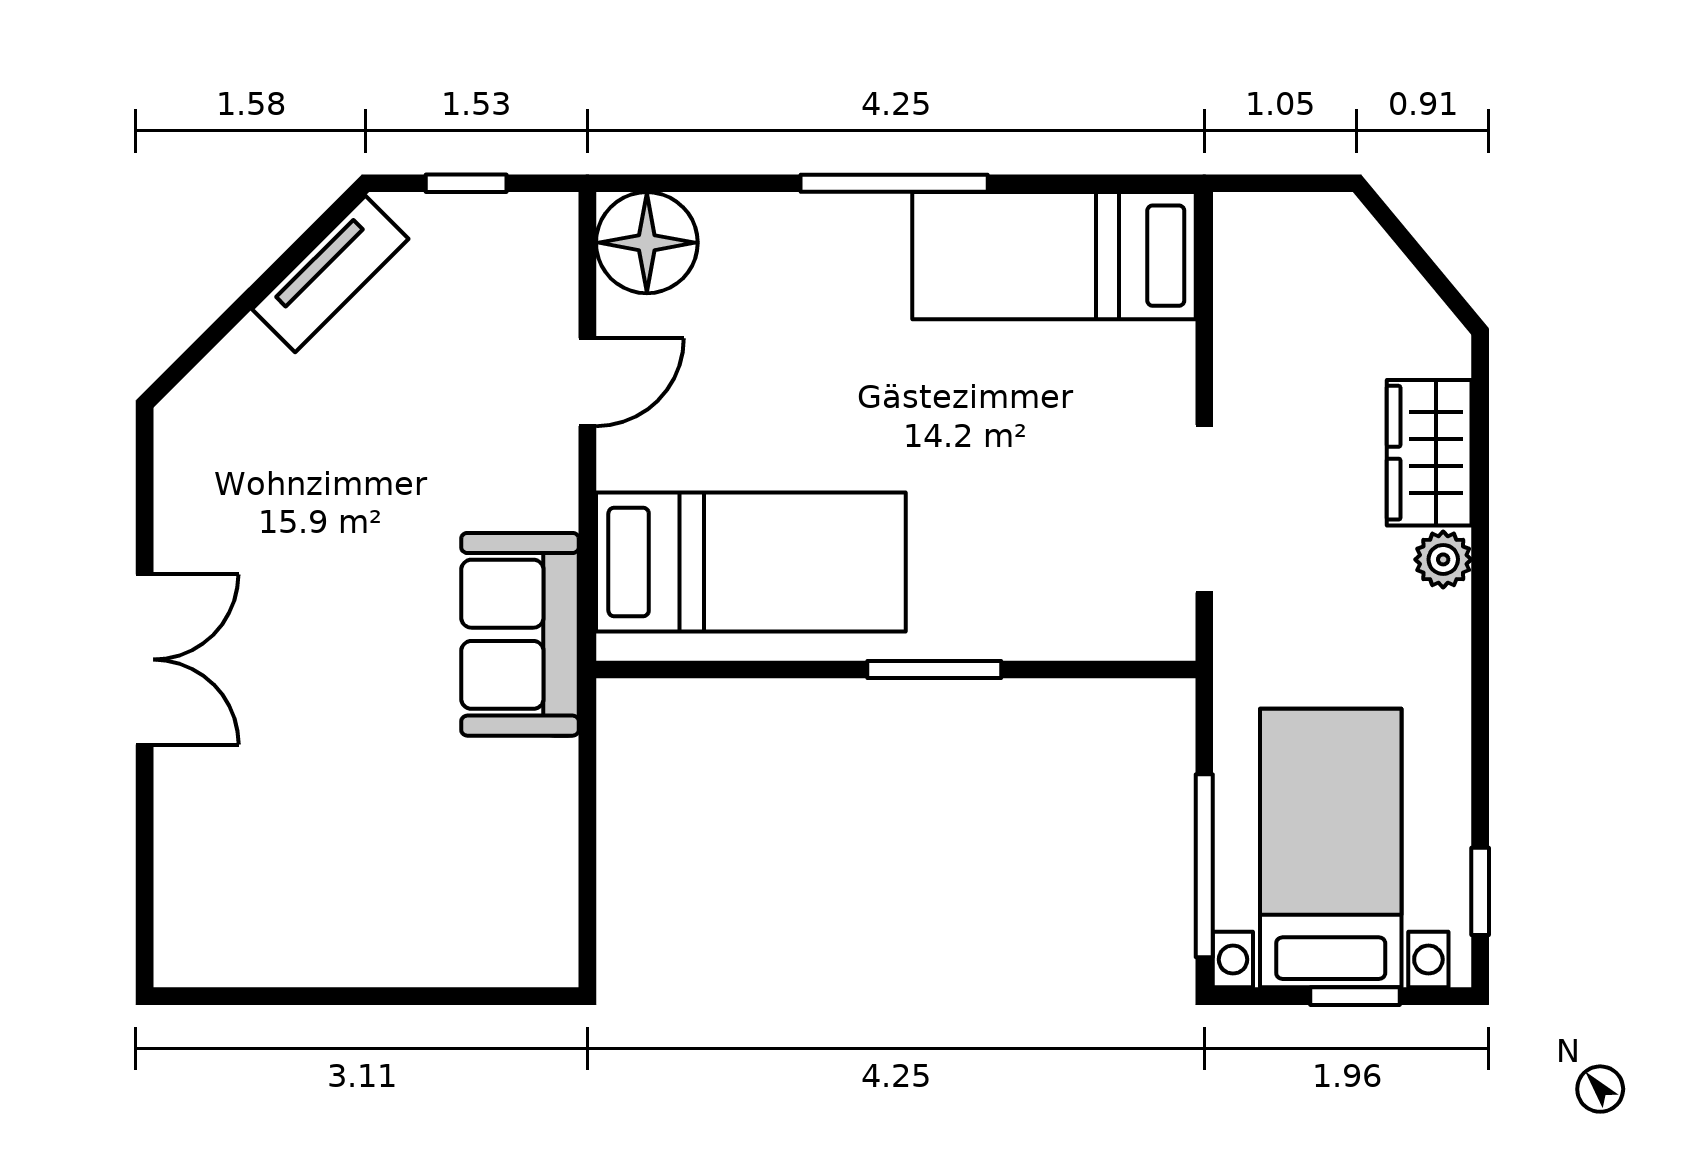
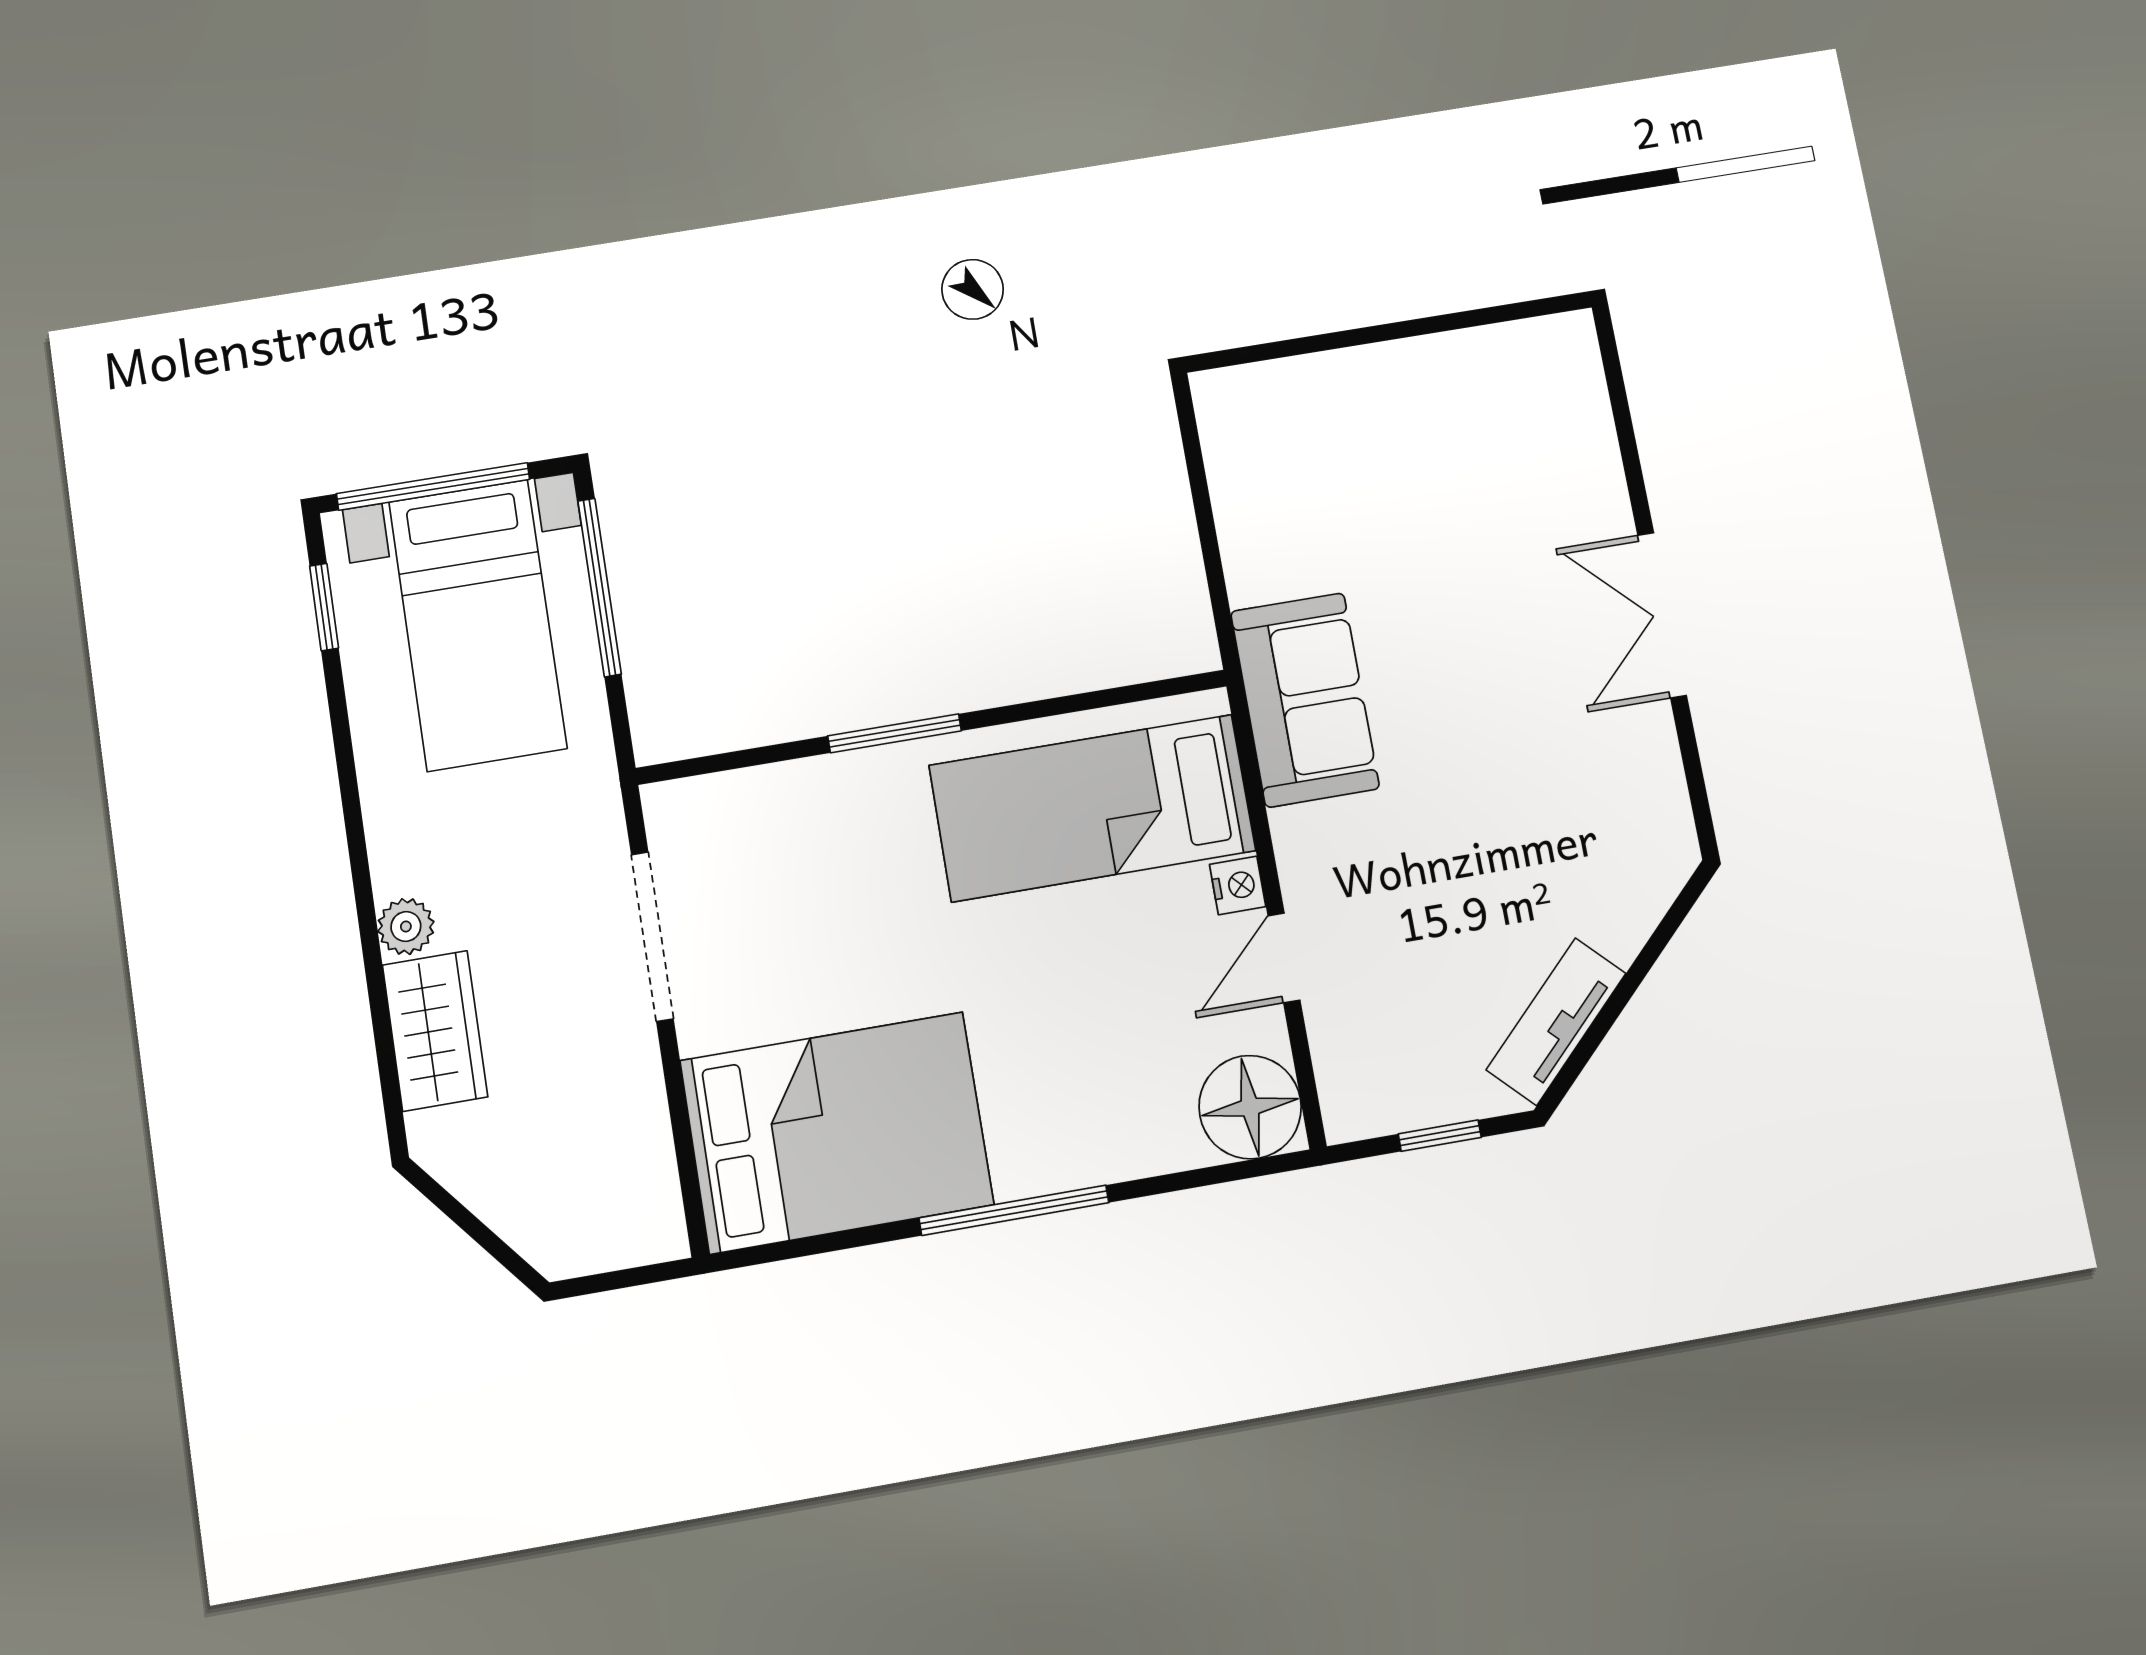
bed: (1054, 256) -> (837, 1132), width x1.50
nightstand: (620, 461) -> (1238, 885), added
window: (1355, 996) -> (433, 486), width x2.17

